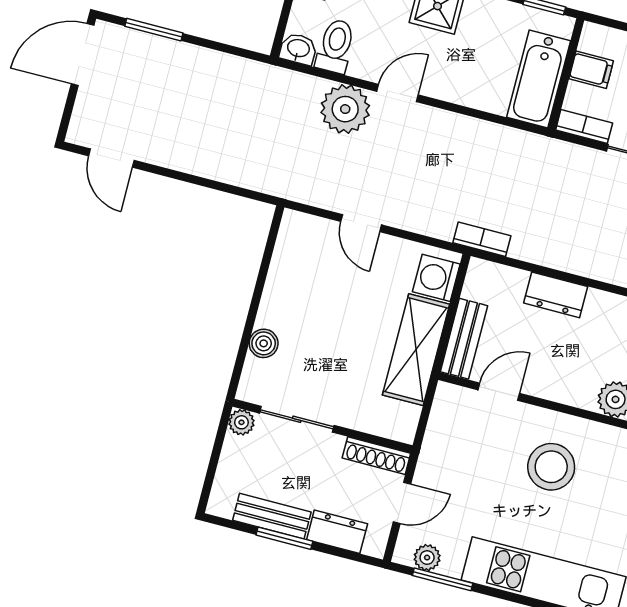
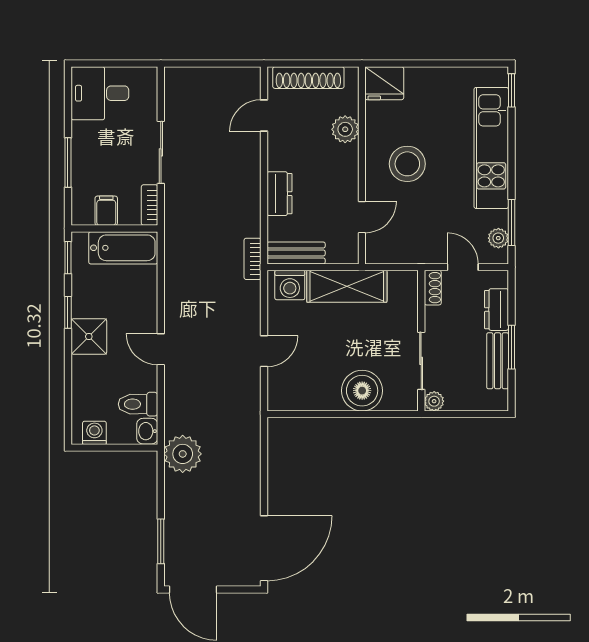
plant: (345, 109) -> (183, 454), moved
door: (111, 158) -> (264, 548), width x1.87
bench: (464, 339) -> (296, 253), moved
boiler: (264, 343) -> (362, 391), width x1.86, depth x1.86
door: (499, 392) -> (362, 217), swing flipped
shoe rack: (376, 456) -> (433, 288), width x0.70

